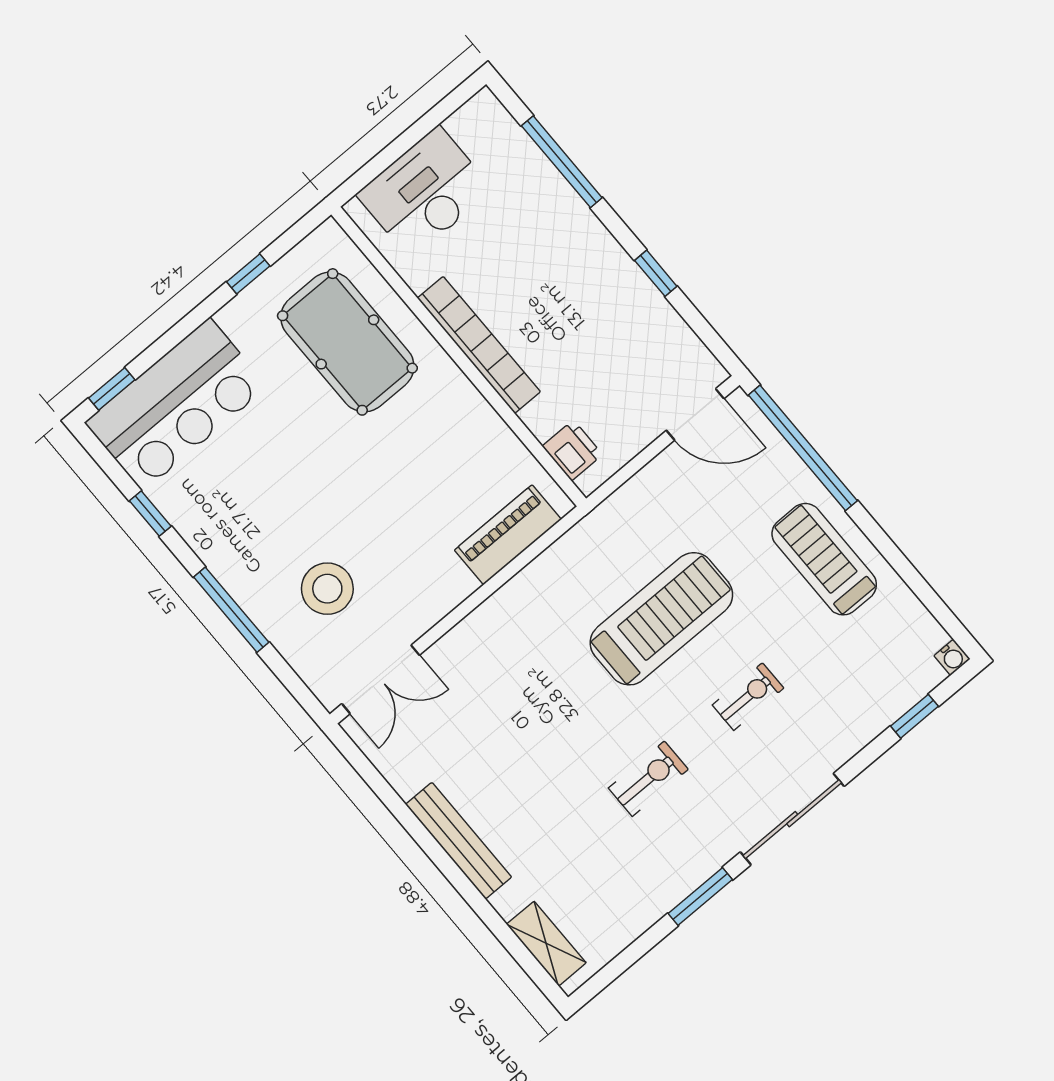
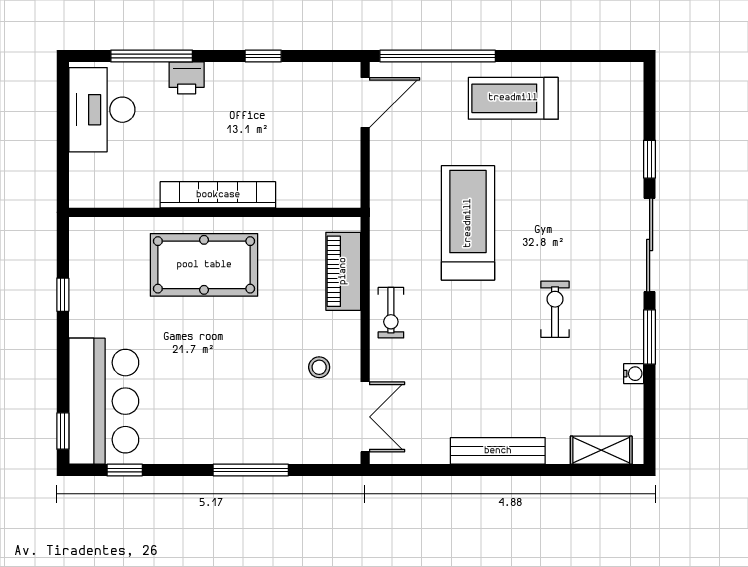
desk: (425, 192) -> (102, 110), moved
pool table: (347, 342) -> (204, 265), moved
printer: (572, 450) -> (187, 78), moved, turned 180
window: (150, 514) -> (125, 470), moved
stool: (327, 589) -> (319, 367), moved, width x0.53, depth x0.53
water cooler: (952, 657) -> (634, 374), moved
exercise bike: (748, 697) -> (391, 313), moved, turned 180
window: (914, 716) -> (650, 159), moved

